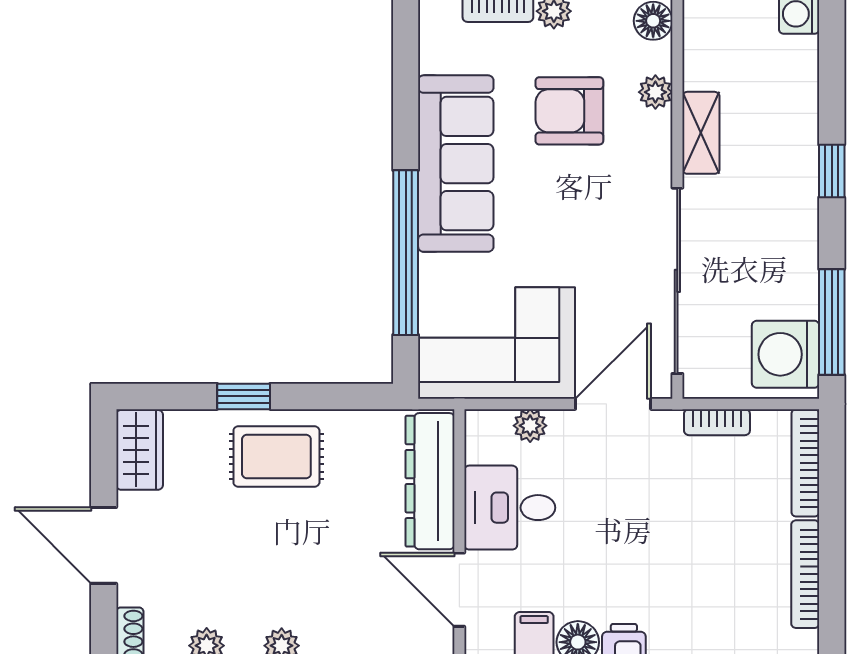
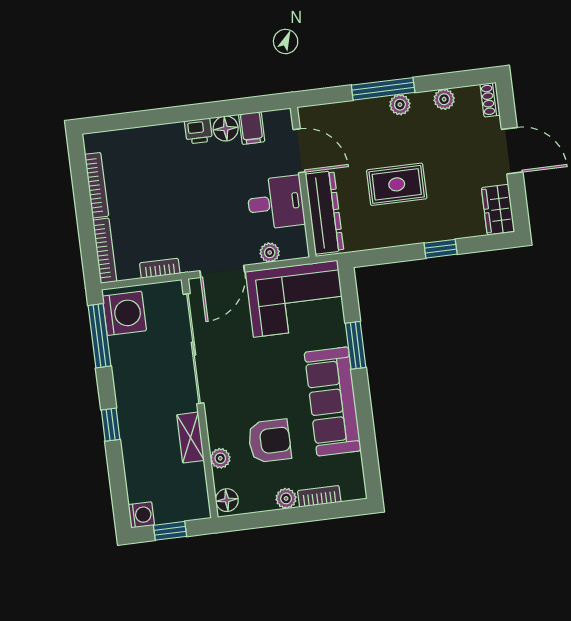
window: (406, 253) -> (356, 345), width x0.47
rug: (276, 457) -> (397, 184), moved

